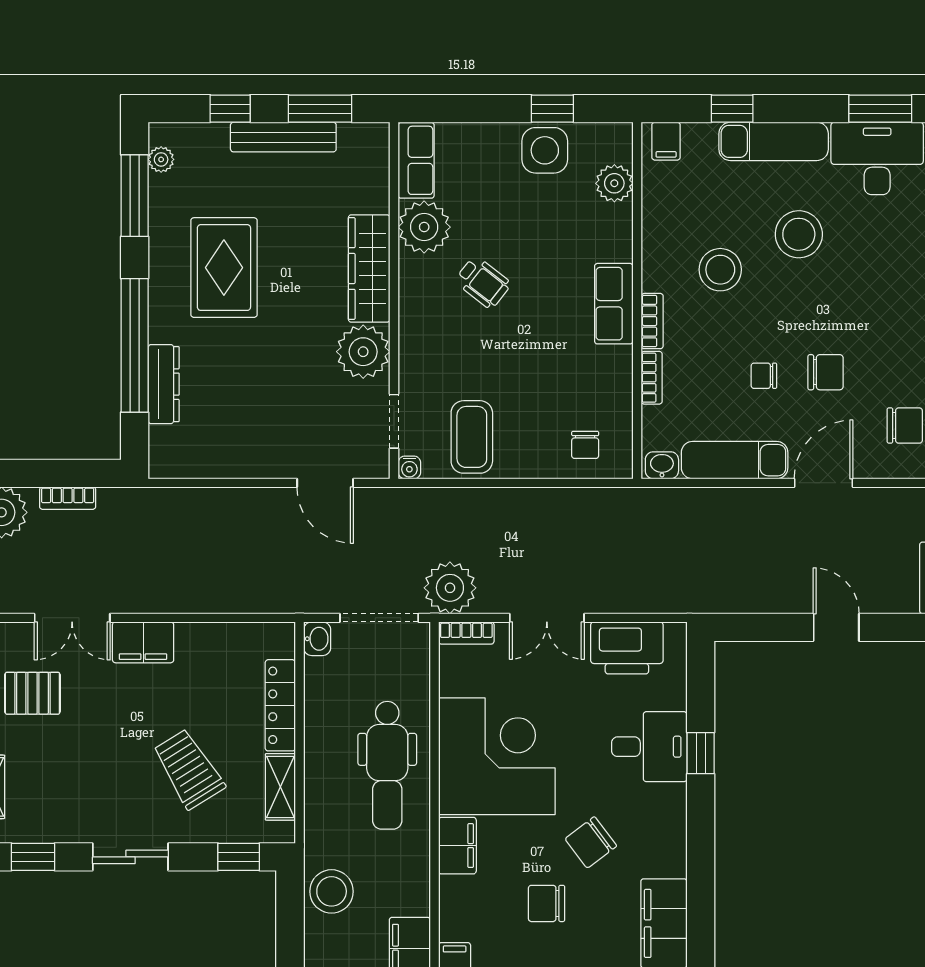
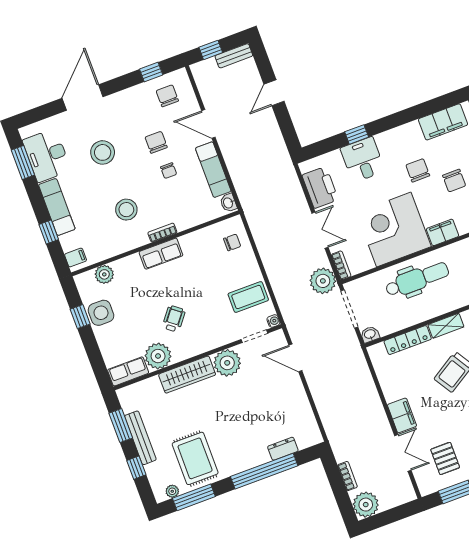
stool: (799, 234) -> (103, 152), moved
rug: (224, 268) -> (195, 458), moved, turned 90
bookcase: (652, 378) -> (189, 223), removed
dresser: (164, 384) -> (283, 449), width x0.70
door: (325, 483) -> (295, 358), swing flipped
chair: (591, 842) -> (418, 170), turned -143

